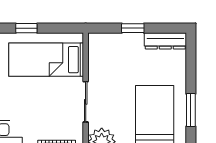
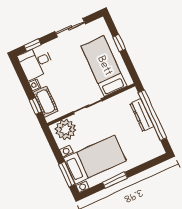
window: (133, 28) -> (152, 115), width x3.17
dresser: (165, 41) -> (142, 115), moved

